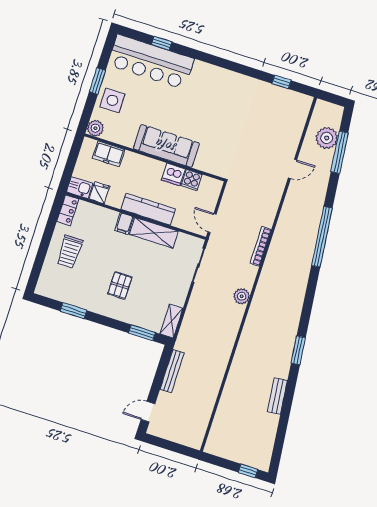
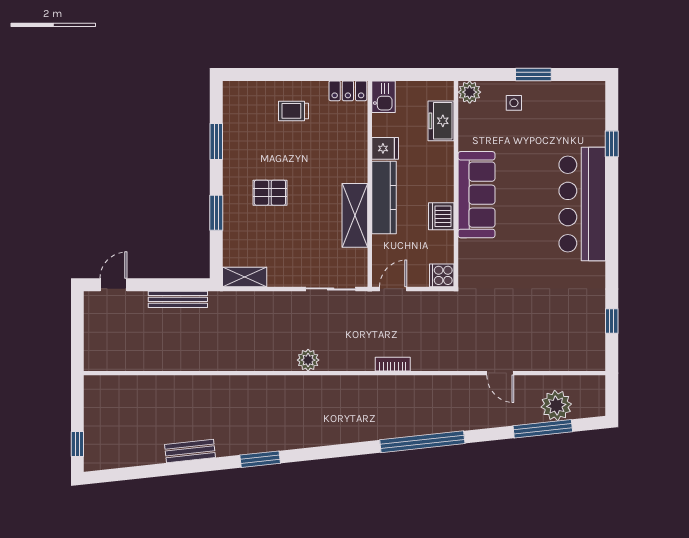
bar counter: (151, 62) -> (582, 204), moved
side table: (112, 100) -> (514, 103), width x0.54, depth x0.54
cooker: (192, 180) -> (442, 275), moved
fridge: (99, 193) -> (385, 148), moved
filing cabinet: (124, 224) -> (355, 172), removed
bookcase: (261, 246) -> (393, 364), width x0.64
trolley: (70, 252) -> (294, 111), width x0.73, depth x0.72
window: (142, 333) -> (216, 213), moved
door: (148, 412) -> (113, 285), hinge flipped

